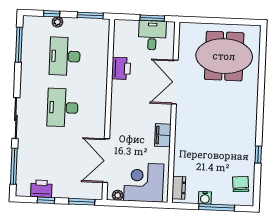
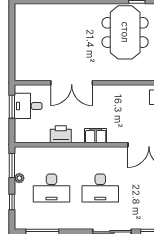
plant: (57, 22) -> (19, 178), moved
meeting table: (224, 56) -> (125, 32), moved
filing cabinet: (163, 135) -> (96, 136), moved, turned 180

